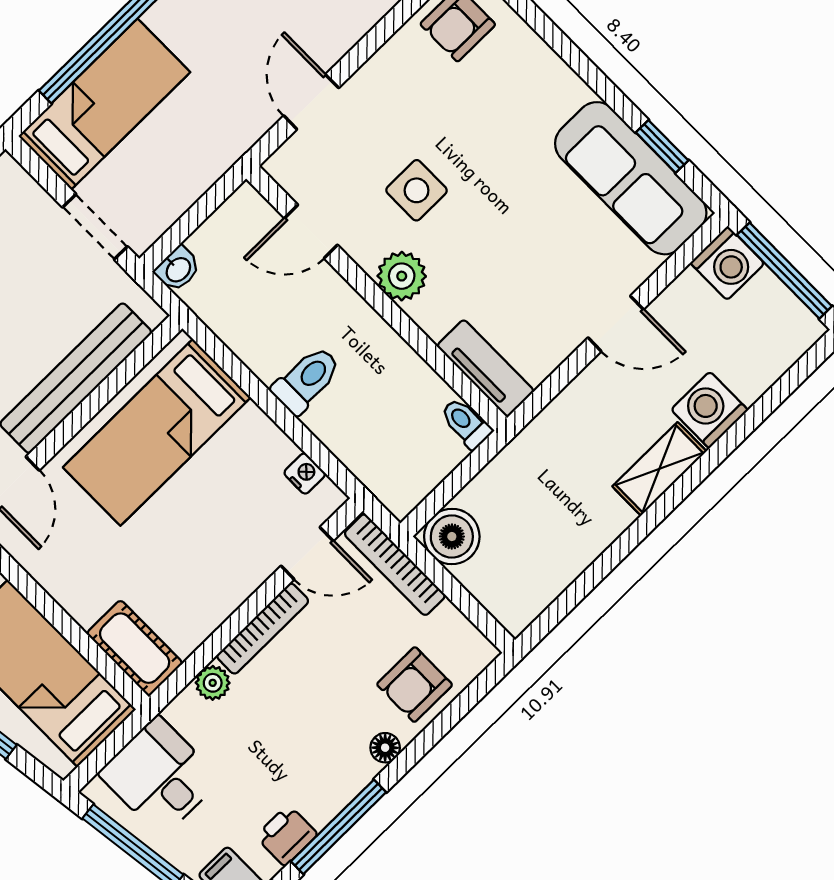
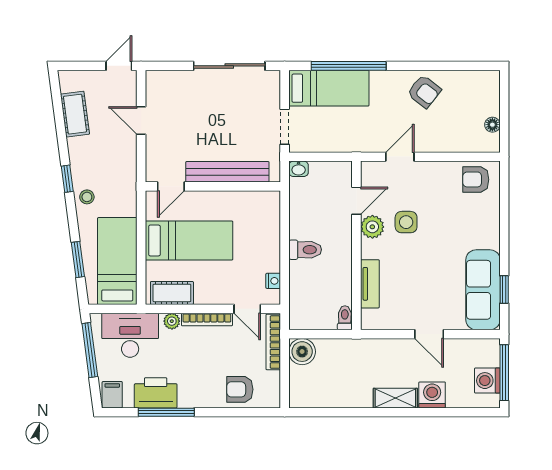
door: (311, 232) -> (356, 201), swing flipped
washing machine: (727, 263) -> (487, 381), moved, turned 90
plant: (402, 276) -> (372, 227), moved
tv unit: (485, 368) -> (370, 284), moved
bed: (157, 432) -> (189, 240), moved, turned 180
cot: (135, 648) -> (172, 293), moved, turned 90
floor lamp: (385, 748) -> (209, 401), removed
desk: (160, 776) -> (130, 335), width x1.37
printer: (287, 835) -> (156, 393), width x1.87, depth x1.48

